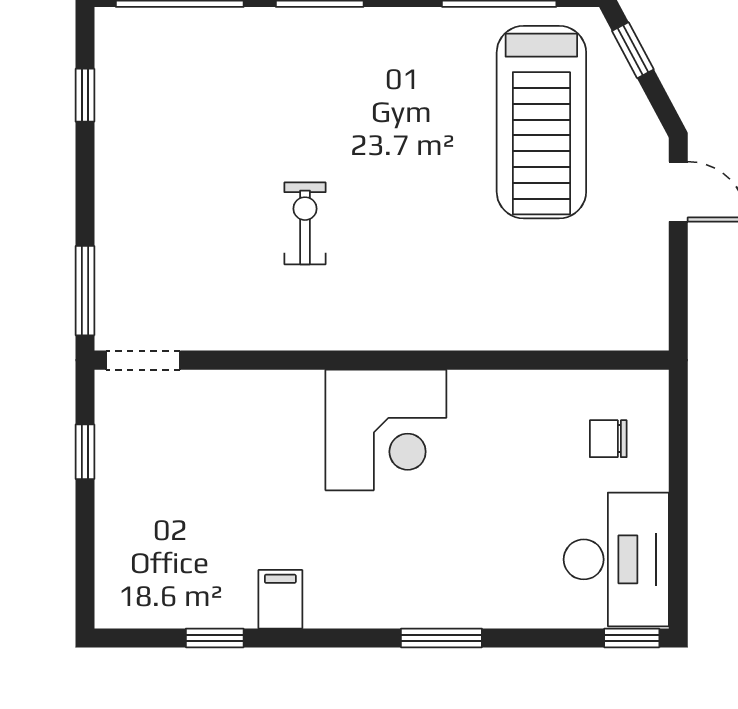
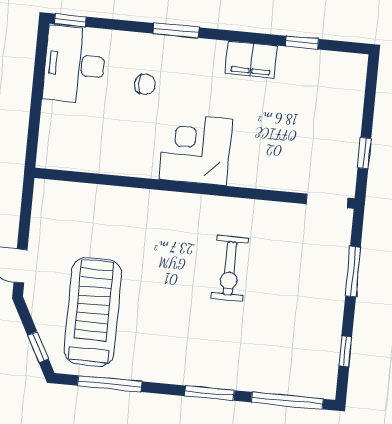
exercise bike: (305, 223) -> (230, 268), width x1.38, depth x1.39
window: (85, 291) -> (353, 272), moved
chair: (608, 439) -> (145, 84), moved
filing cabinet: (280, 599) -> (251, 59), width x2.00

